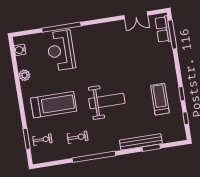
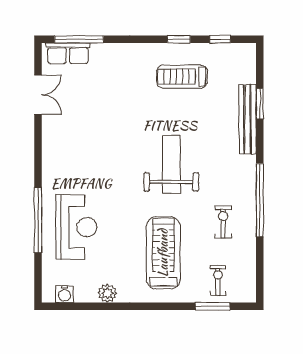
reception desk: (61, 50) -> (76, 227), turned -90

